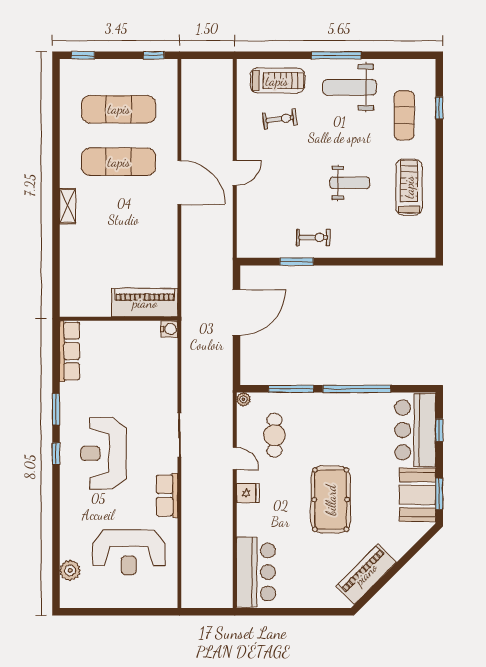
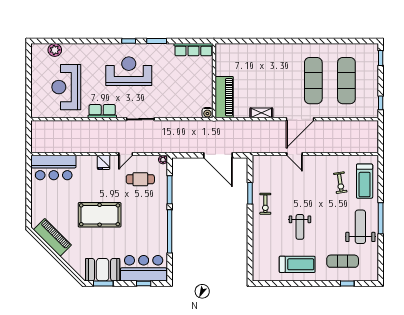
door: (235, 173) -> (294, 154), moved
shelving: (68, 206) -> (261, 113), moved

